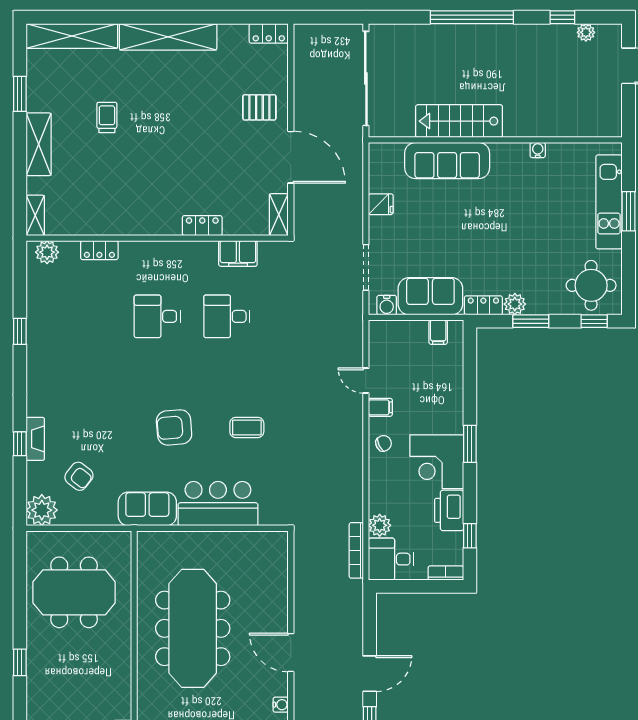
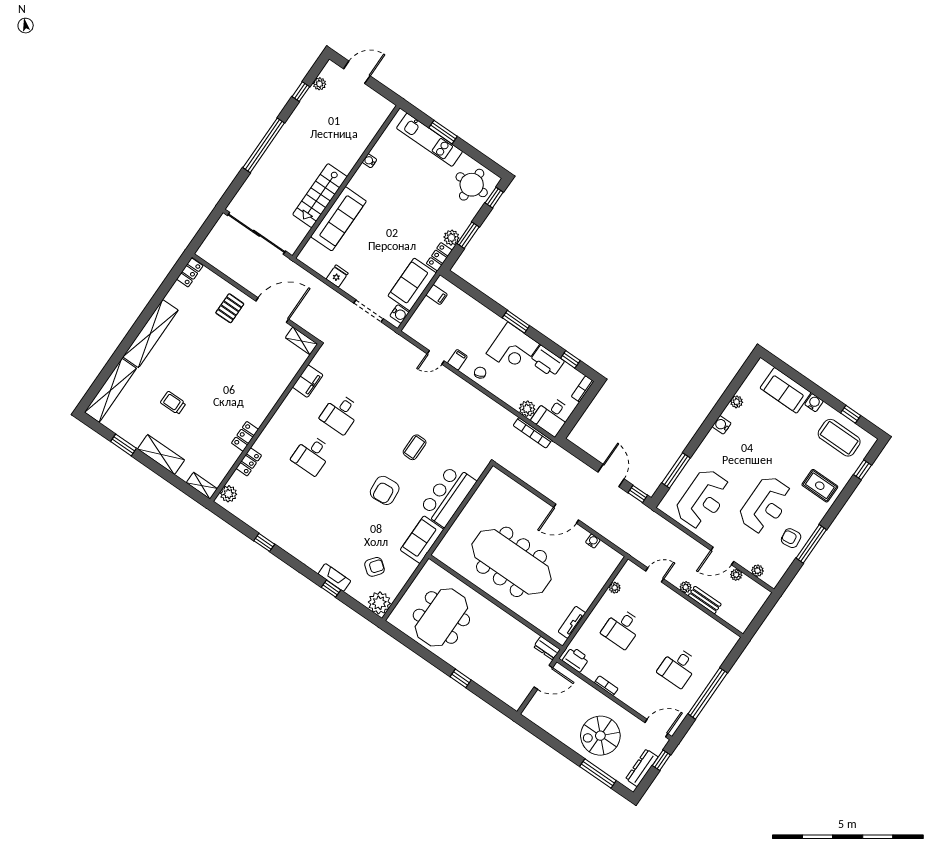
locker: (202, 226) -> (245, 436), moved

